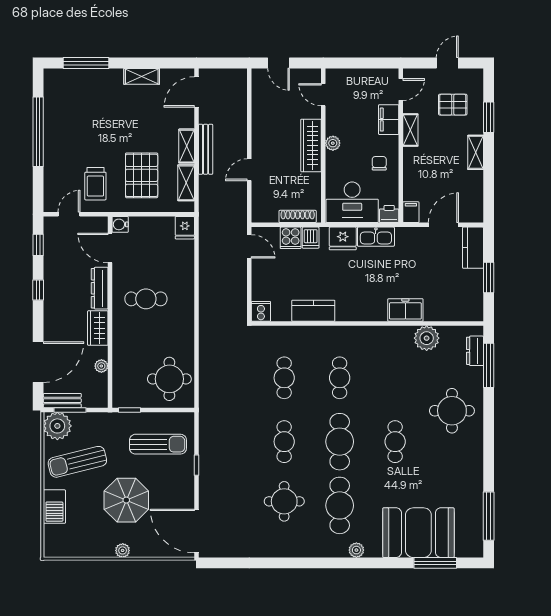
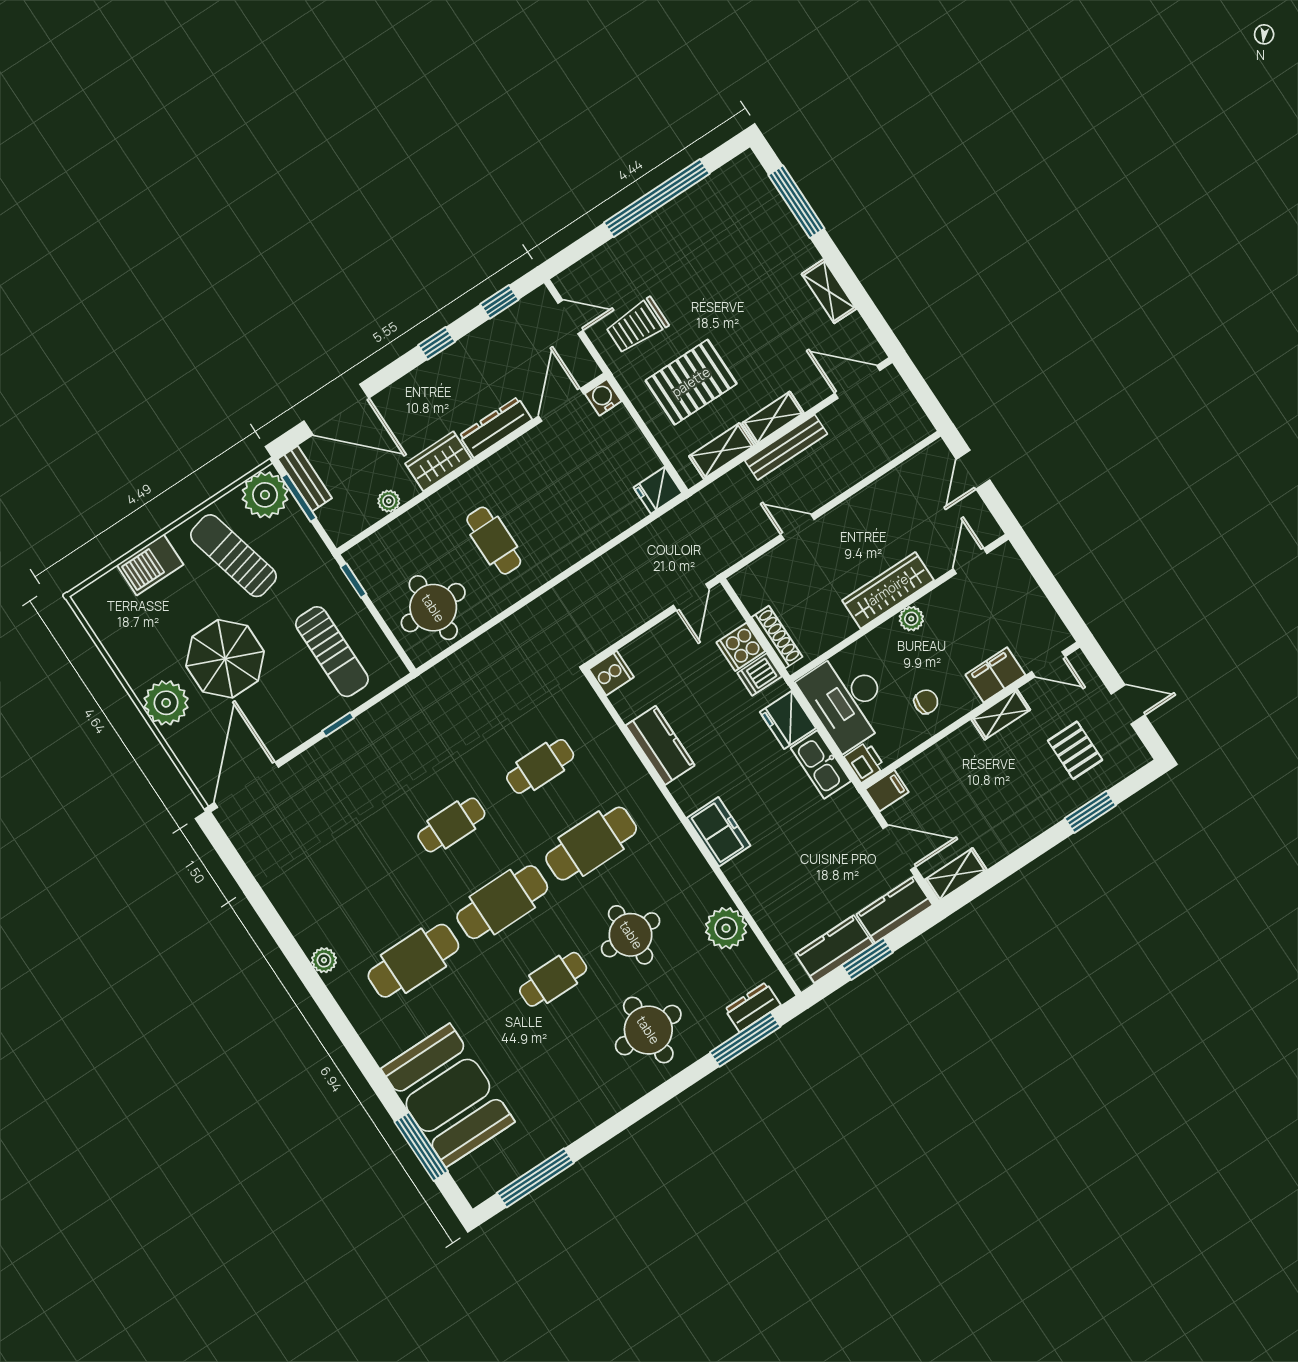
shelving: (476, 152) -> (956, 875), moved
kitchen counter: (473, 291) -> (834, 949), added
cafe table: (146, 299) -> (494, 541), moved
freezer: (405, 310) -> (719, 832), moved
cafe table: (340, 378) -> (591, 844), width x1.37, depth x1.35
round table: (284, 501) -> (631, 935), moved
plant: (123, 550) -> (166, 703), width x1.87, depth x1.87
plant: (356, 550) -> (324, 960), moved

